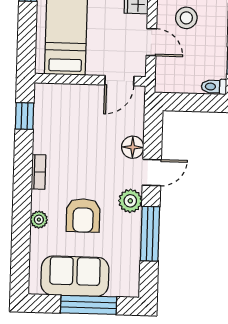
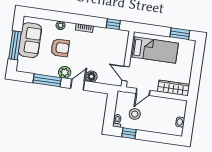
stool: (186, 18) -> (135, 114), moved
door: (152, 172) -> (78, 85), swing flipped
armchair: (83, 215) -> (60, 48), turned 180

